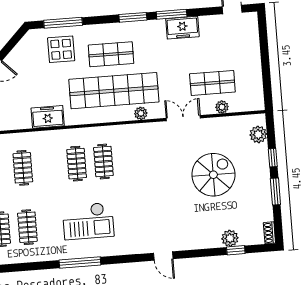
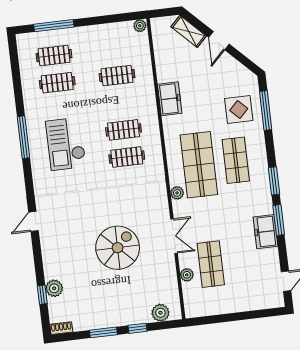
shop shelf: (114, 91) -> (199, 165), width x0.71
spiral stairs: (213, 175) -> (118, 248), moved, turned -90

